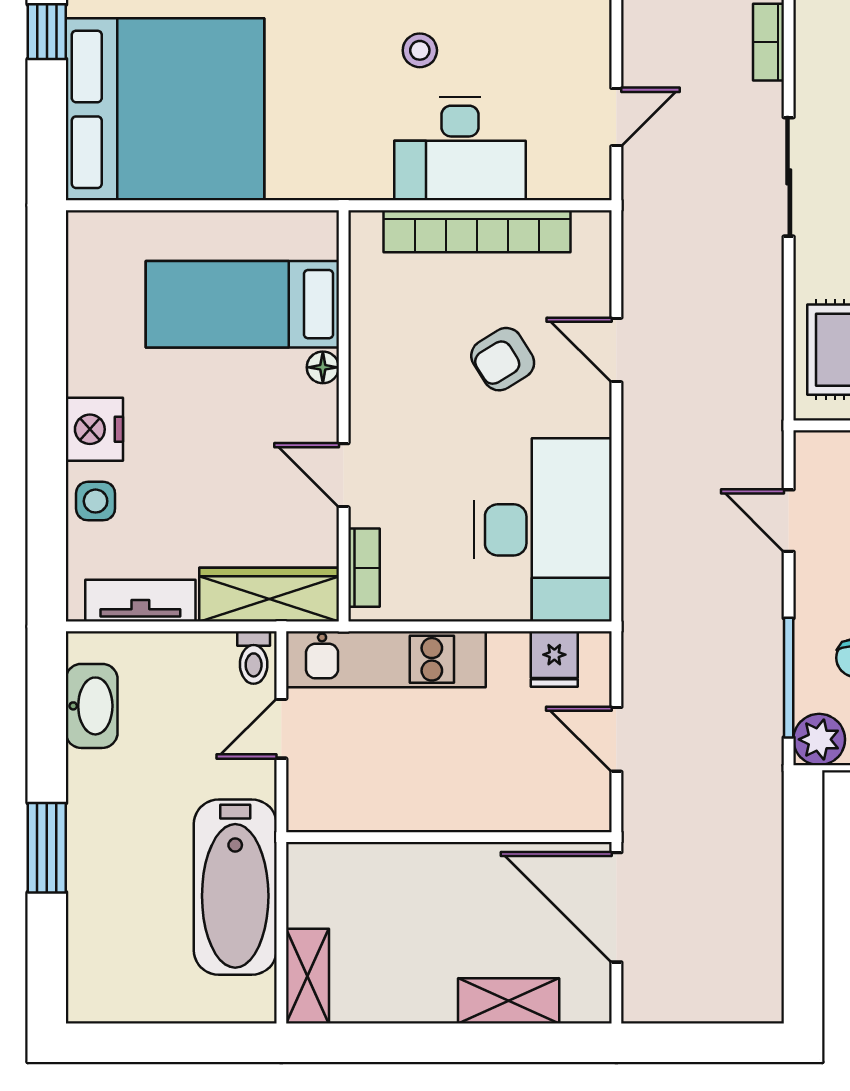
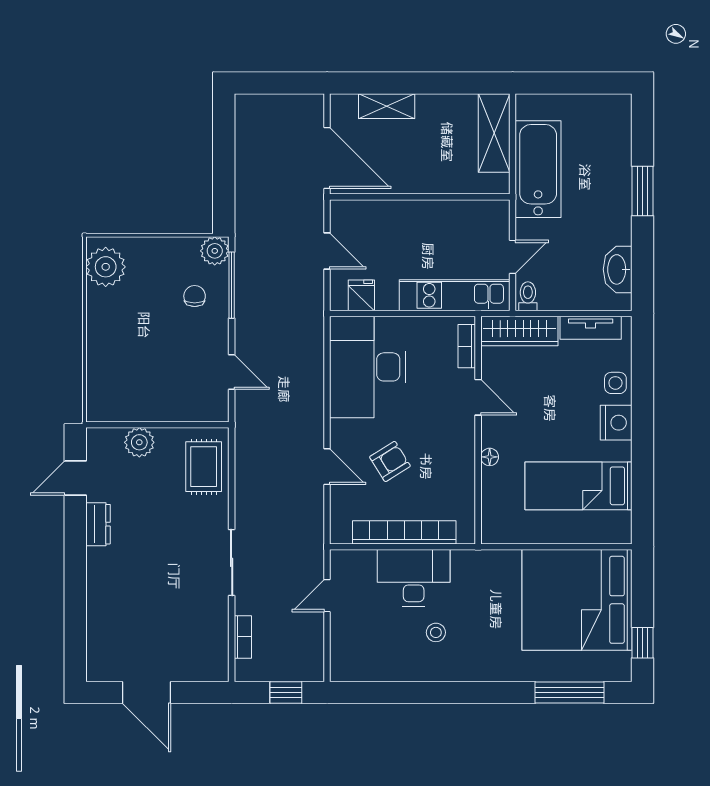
bed: (242, 304) -> (578, 486), moved, turned 180
shelving: (307, 976) -> (494, 133), width x1.50, depth x1.33

